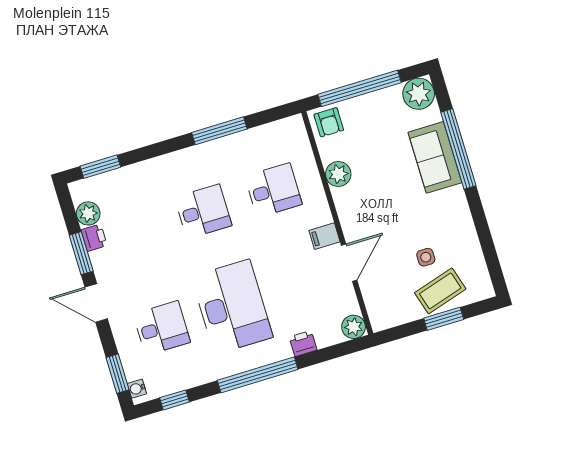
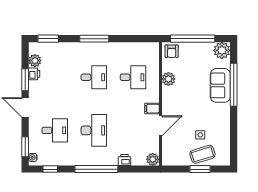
window: (219, 131) -> (94, 39), moved
desk: (232, 307) -> (94, 130), width x0.73, depth x0.77

